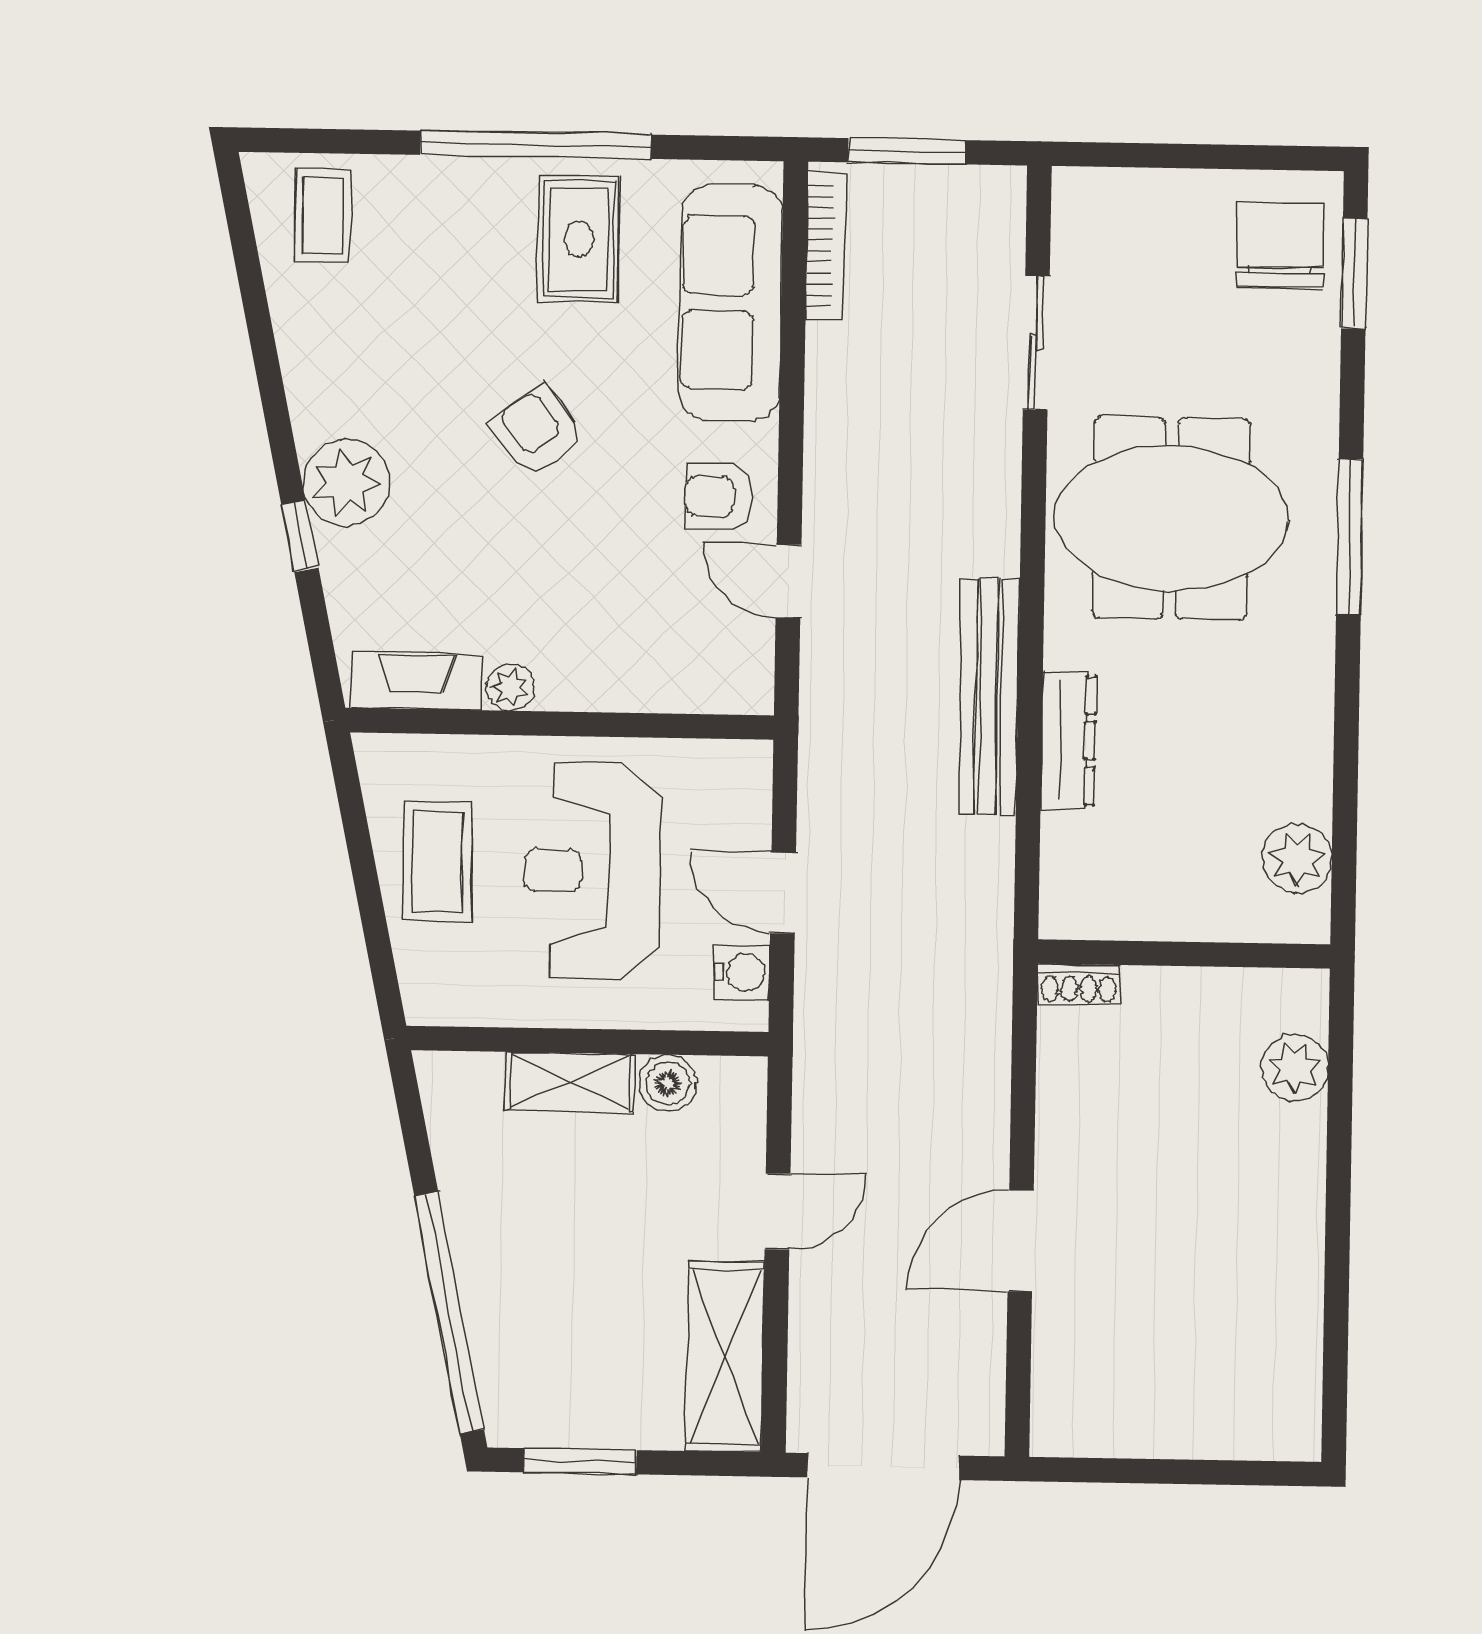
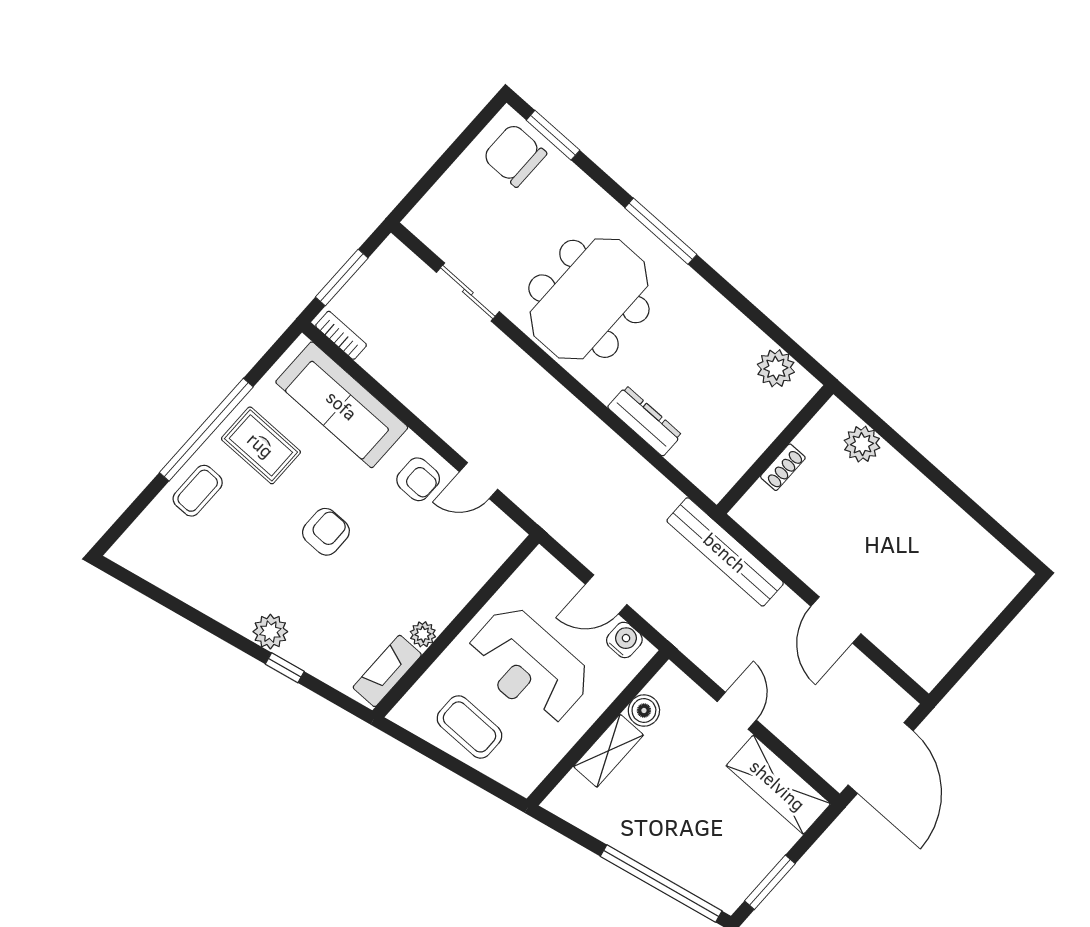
coffee table: (323, 215) -> (198, 491), moved, turned 90
bookcase: (826, 246) -> (341, 335), width x0.64
armchair: (537, 432) -> (326, 532), turned 127
plant: (346, 482) -> (270, 632), width x0.73, depth x0.73
armchair: (719, 496) -> (418, 479), turned -90
bench: (989, 697) -> (725, 552), moved
shoe rack: (1079, 984) -> (783, 467), moved

